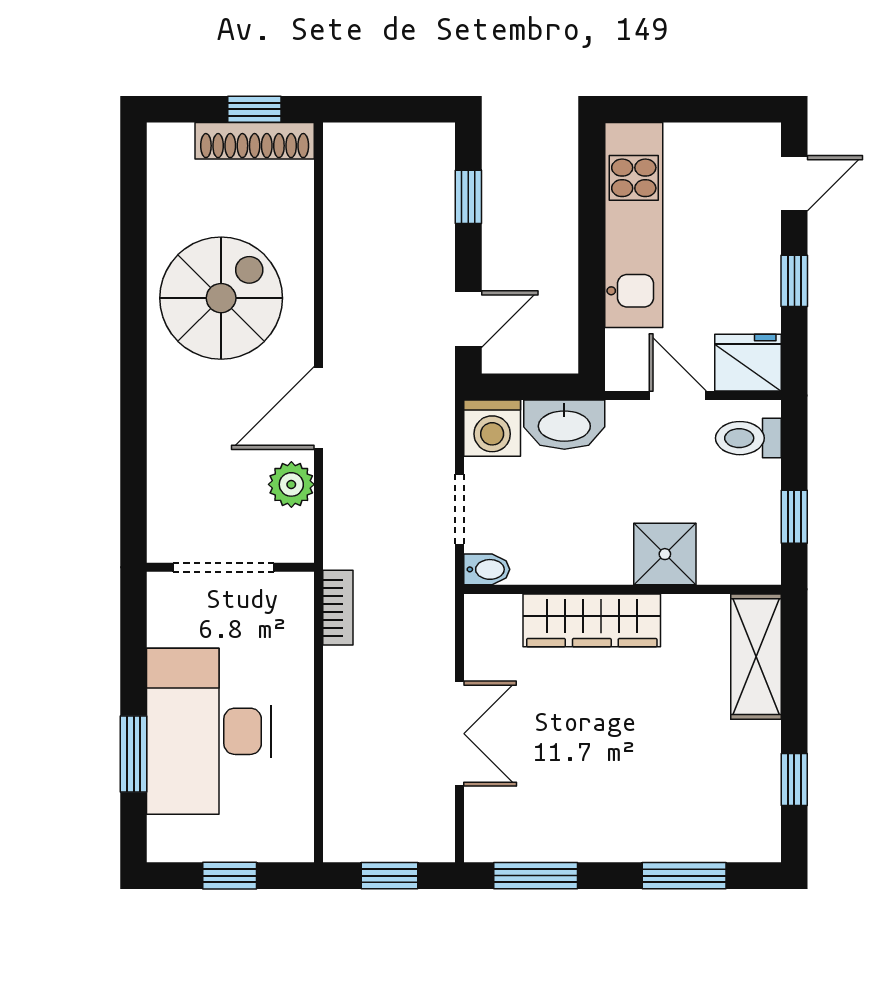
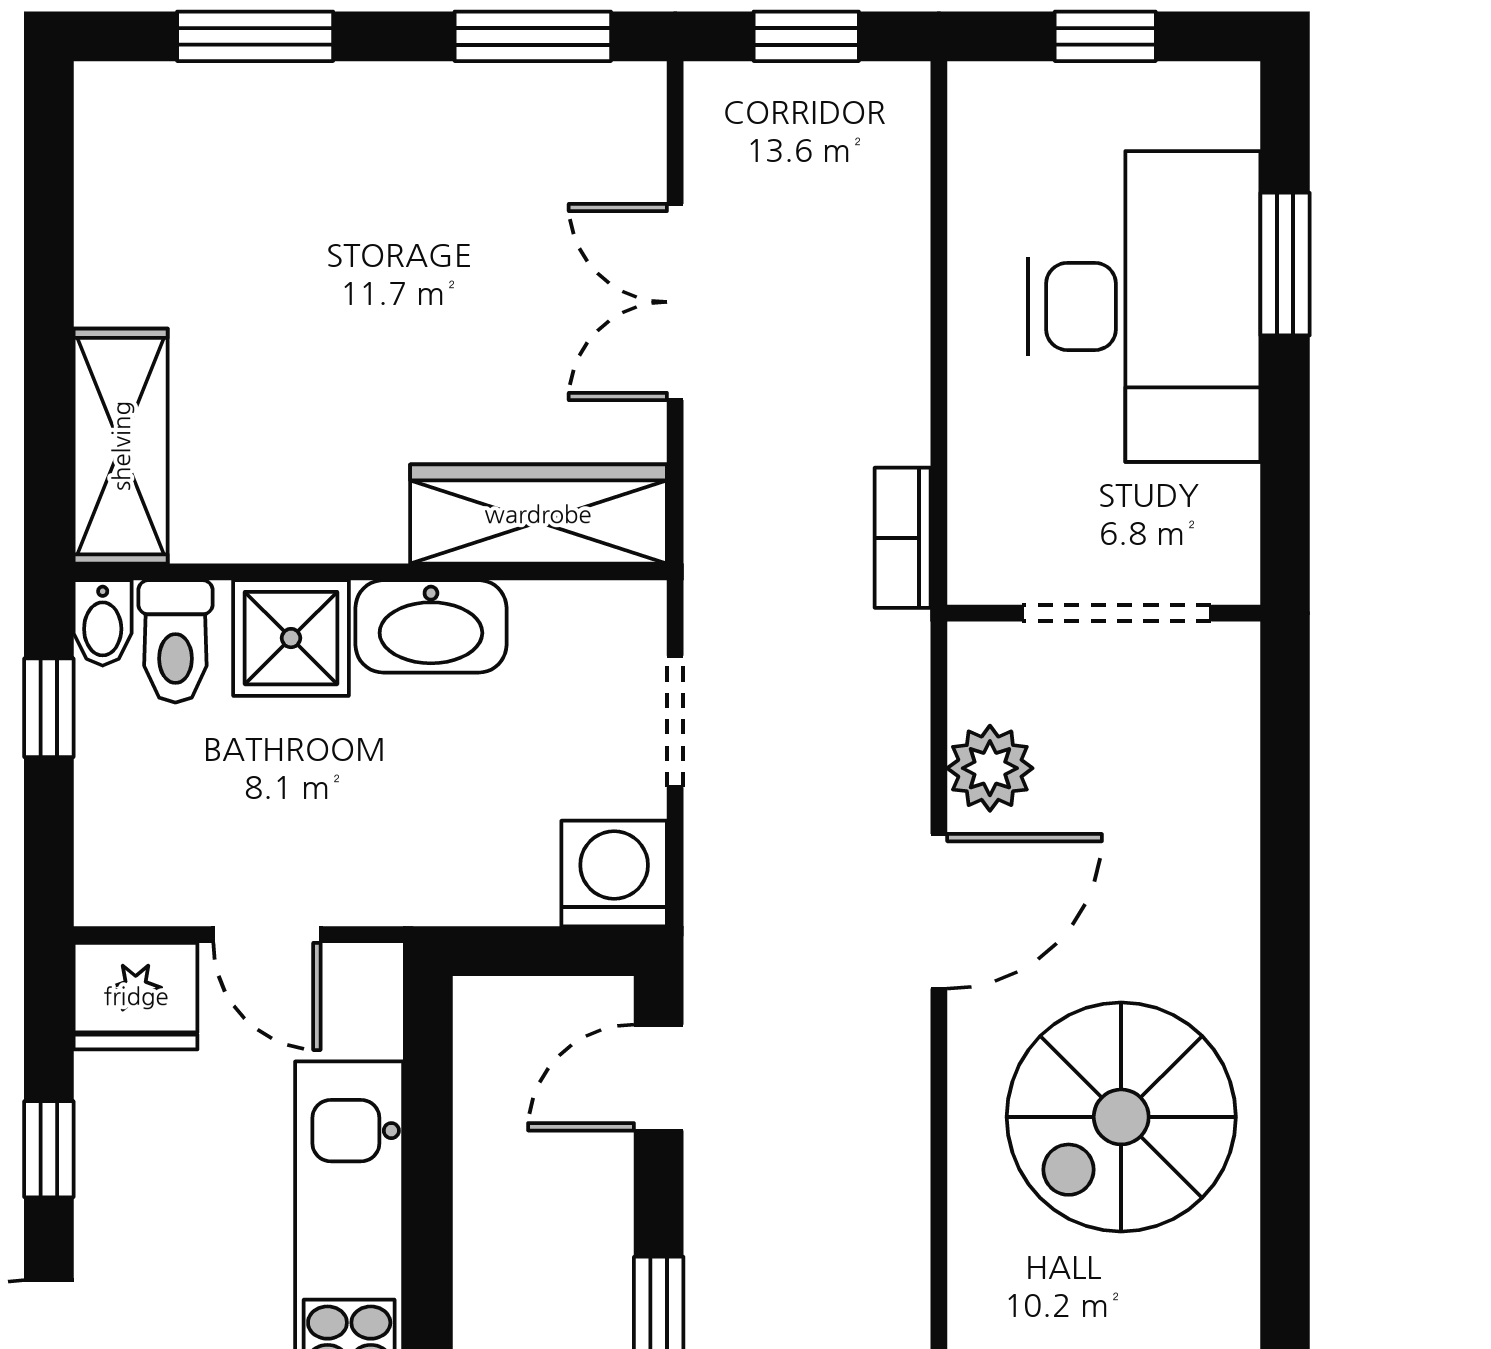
washbasin: (564, 425) -> (431, 626), moved, turned 180
toilet: (748, 438) -> (175, 641), moved, turned 90
bidet: (487, 569) -> (103, 623), moved, turned -90
wardrobe: (592, 620) -> (538, 514), moved
window: (794, 780) -> (49, 216), removed

